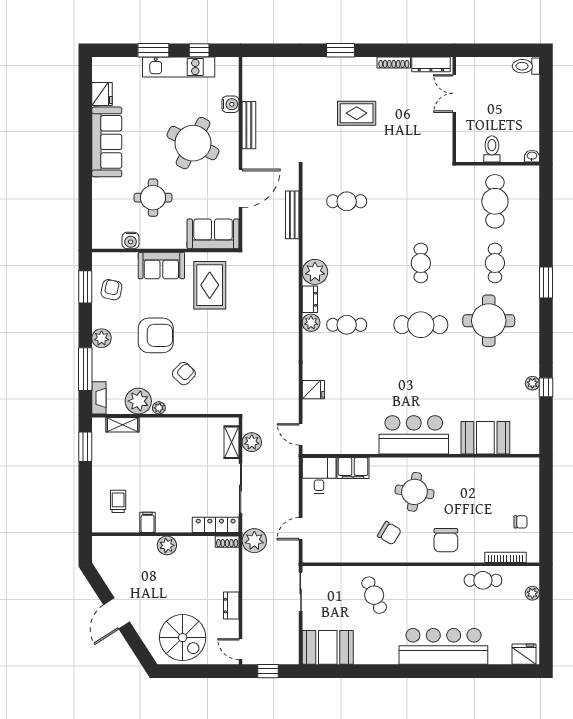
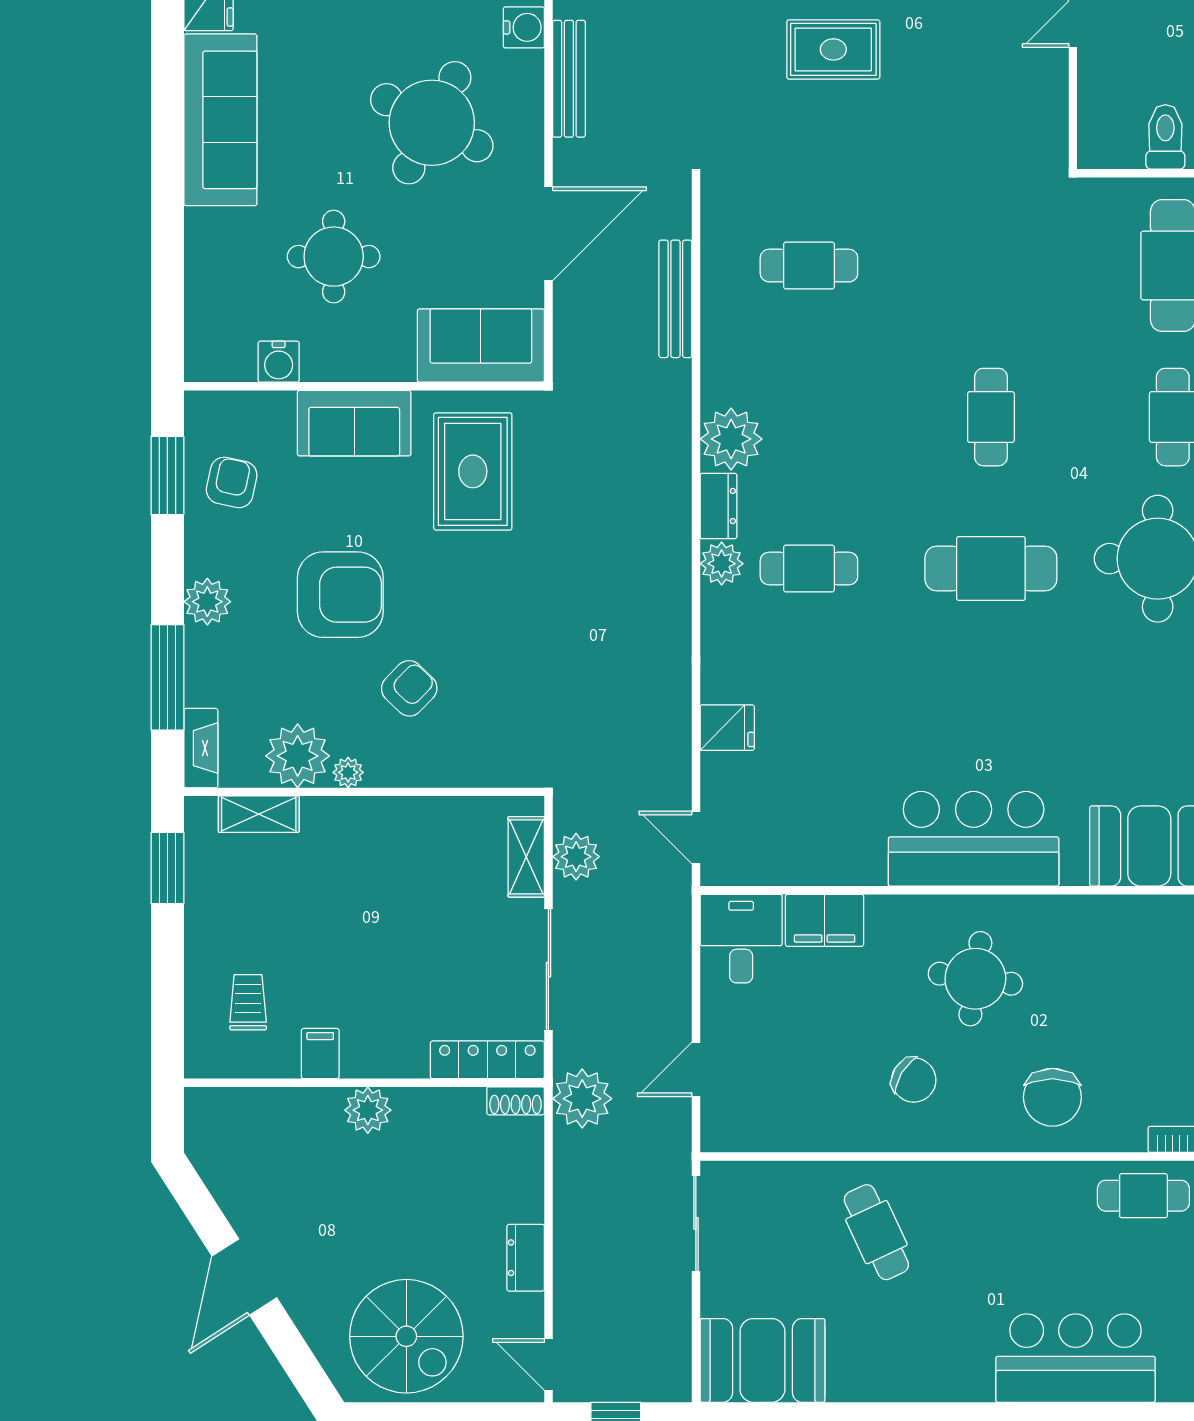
bar counter: (443, 646) -> (1076, 1358), width x0.73

